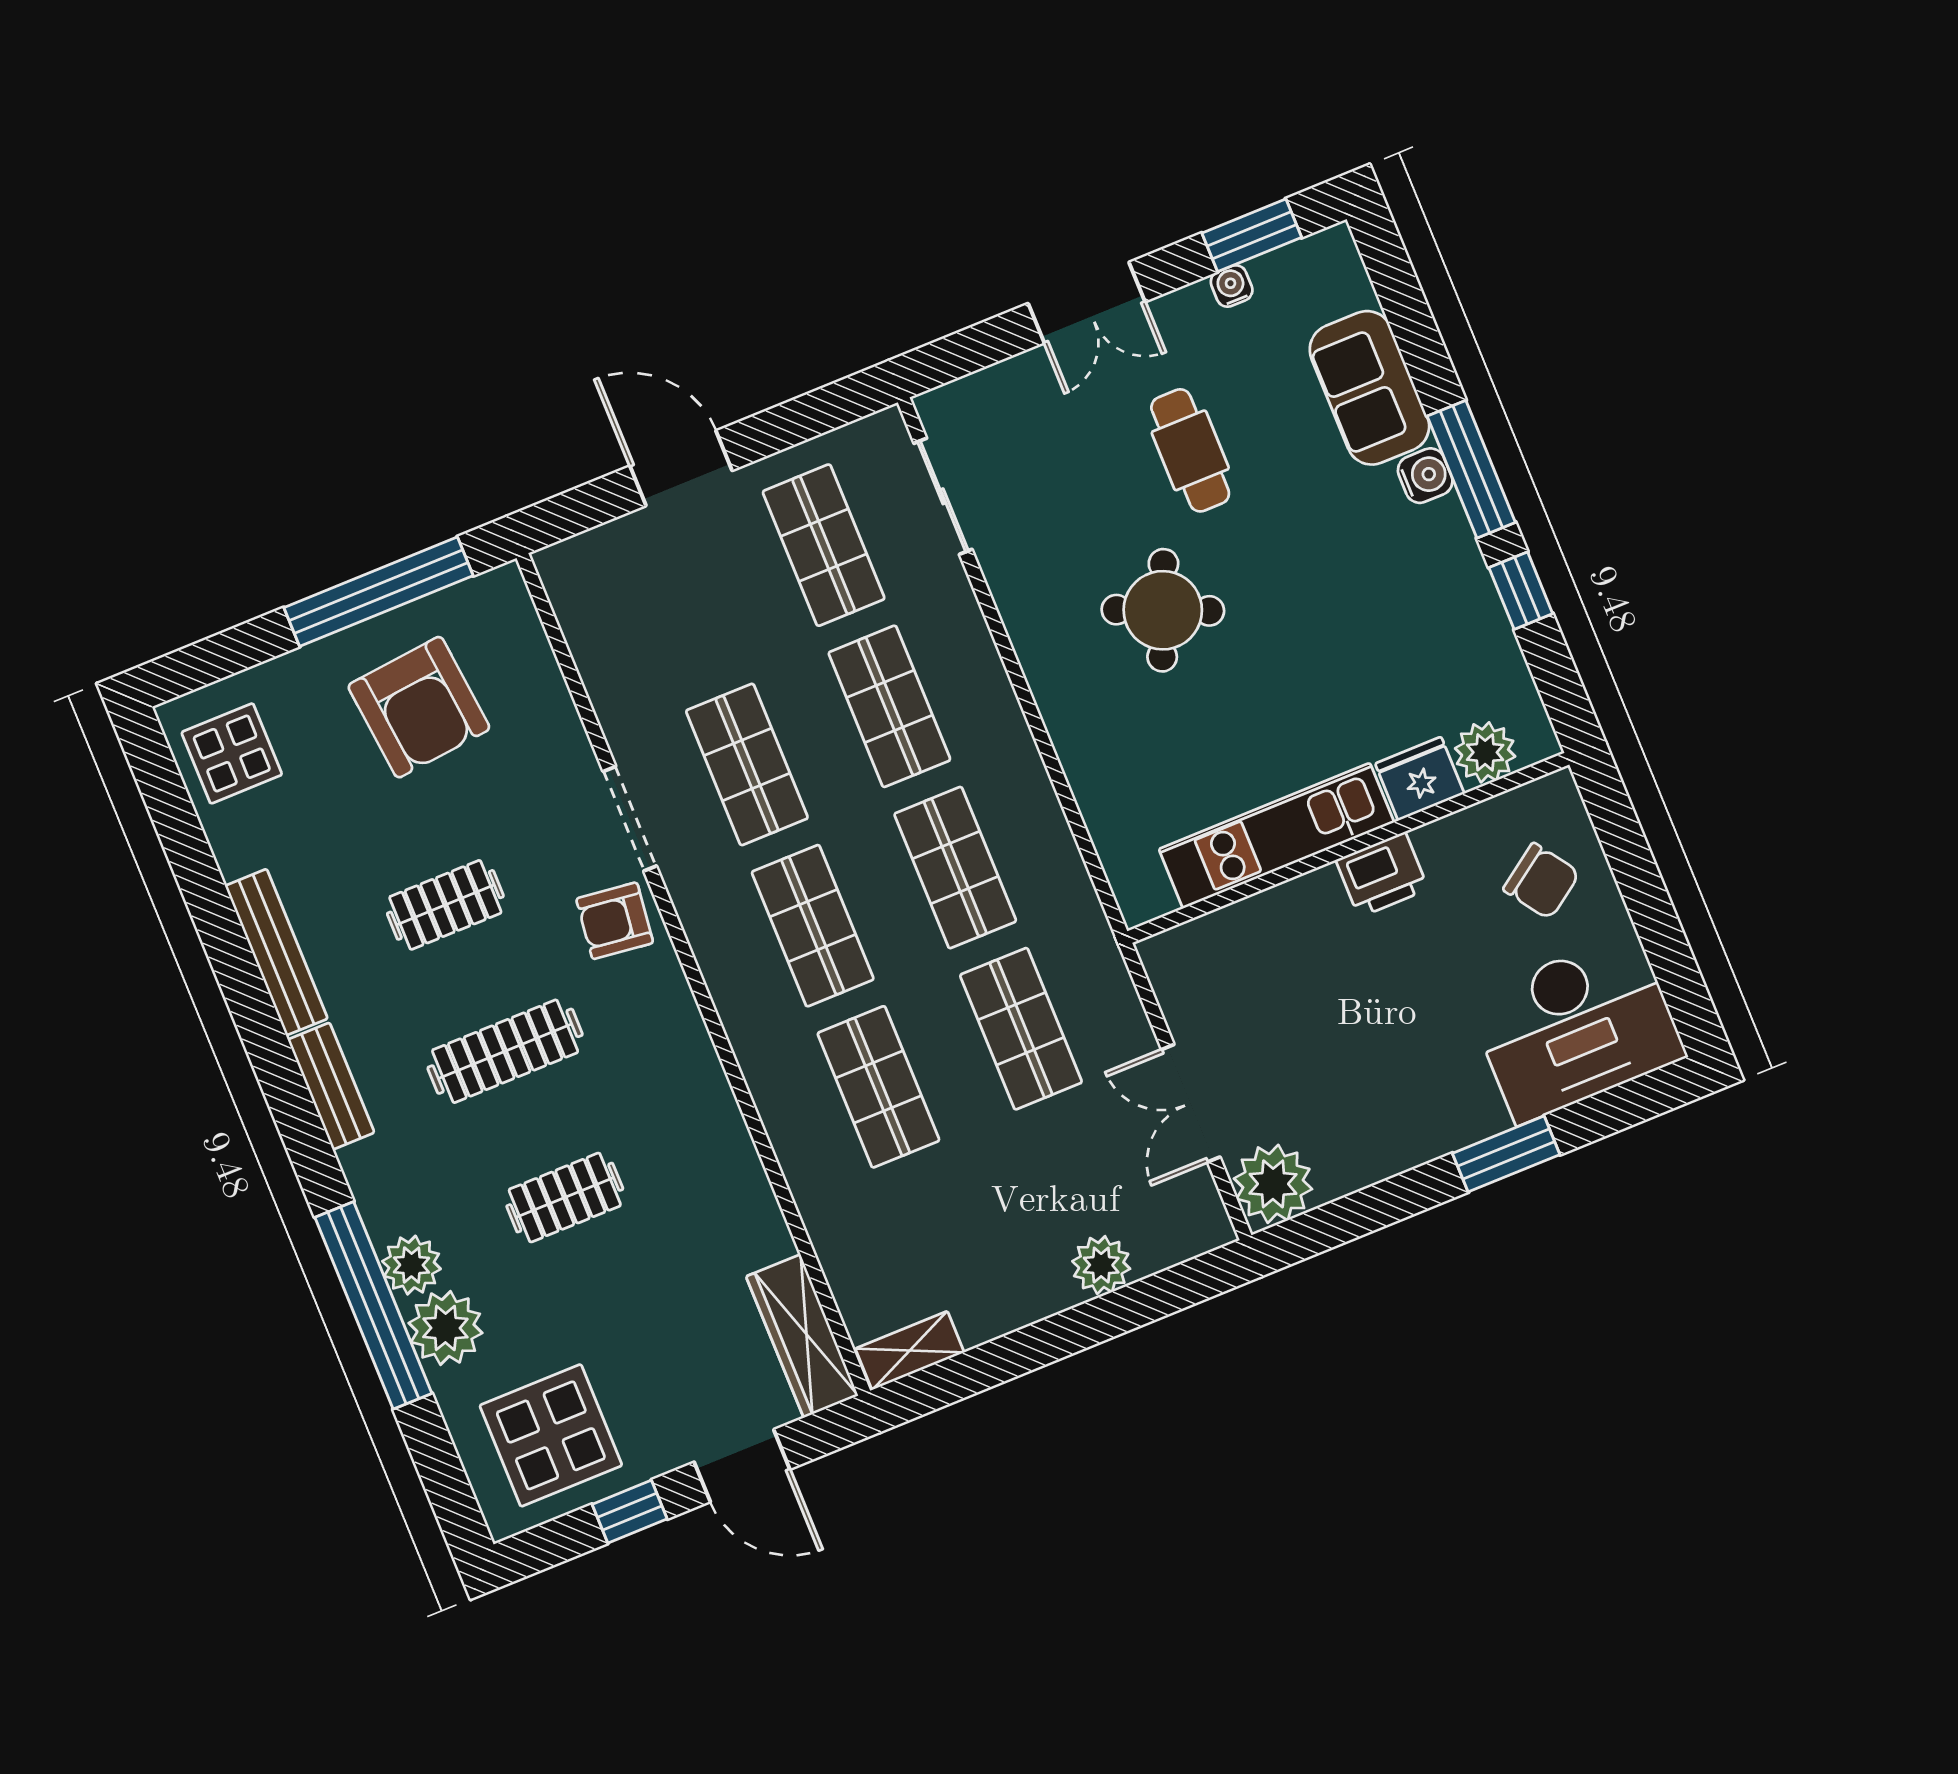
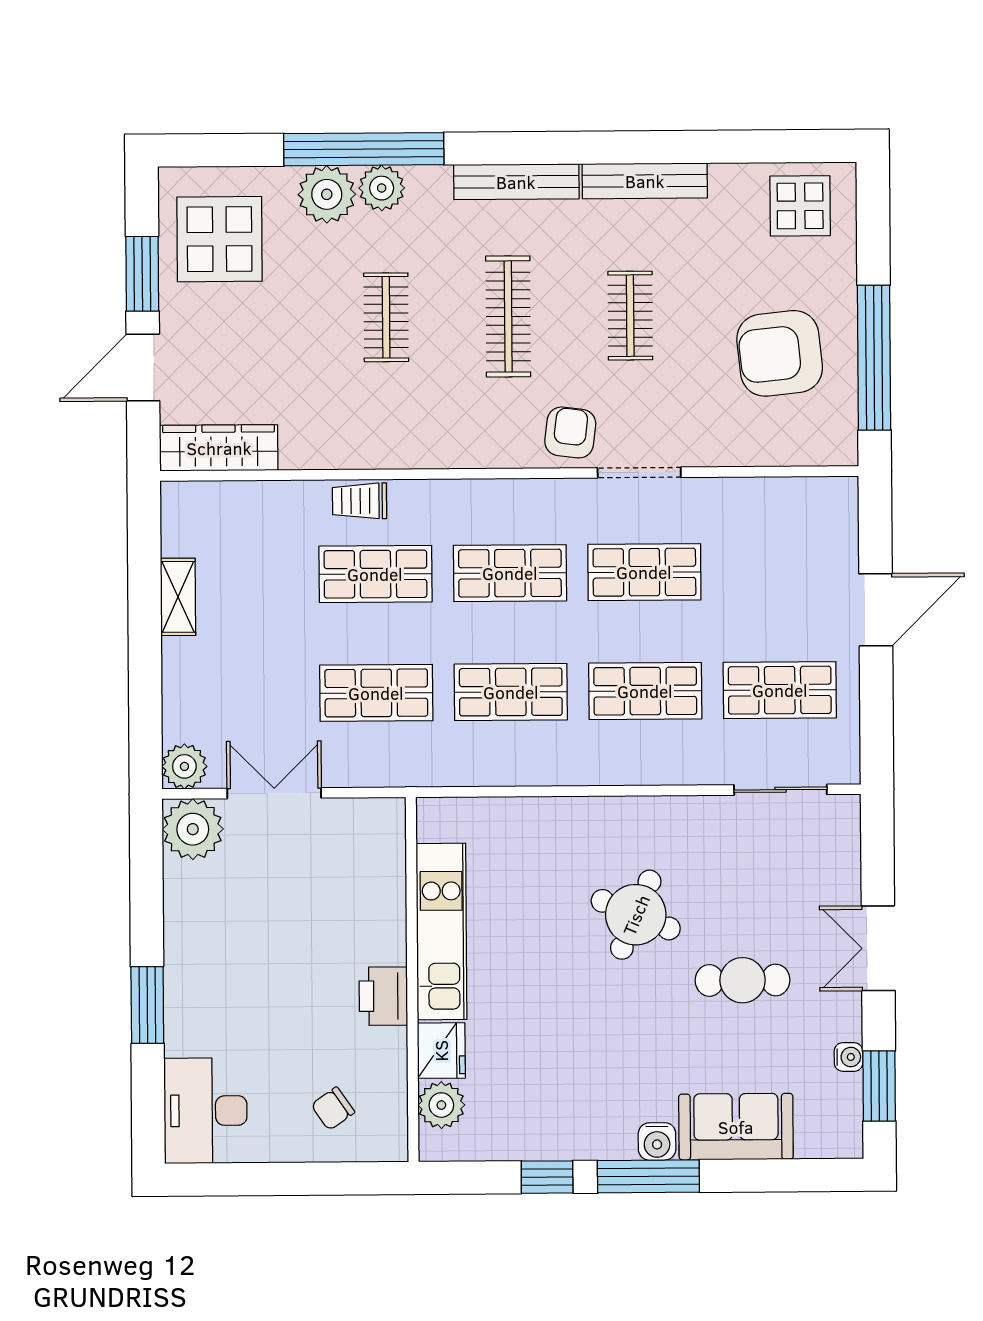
chair: (1542, 881) -> (333, 1109), width x0.73, depth x0.73
desk: (1576, 1028) -> (206, 1111), width x0.73, depth x0.77
bench: (331, 1086) -> (516, 182), width x1.36
trolley: (798, 1141) -> (359, 501), added
plant: (1101, 1265) -> (184, 766), moved
shelving: (910, 1351) -> (178, 597), moved
window: (630, 1512) -> (142, 274), width x1.50

